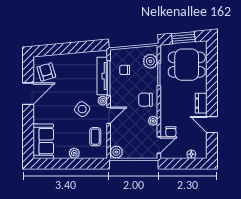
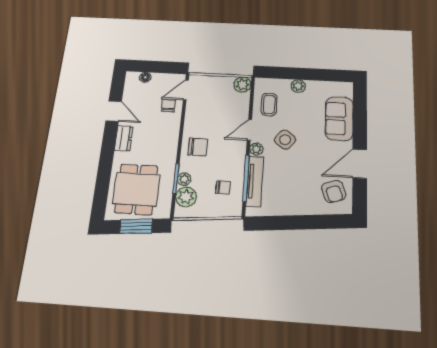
dining table: (187, 65) -> (136, 189), turned 90
plant: (153, 121) -> (184, 179), moved
sofa: (43, 141) -> (339, 119), moved

